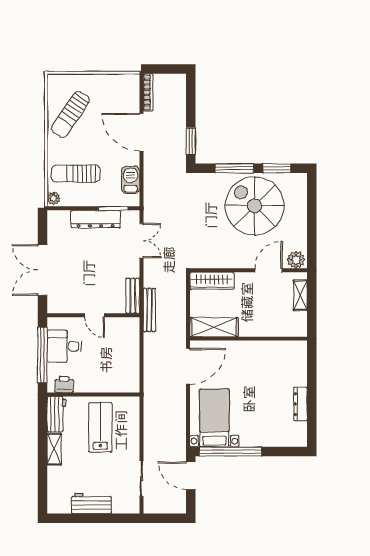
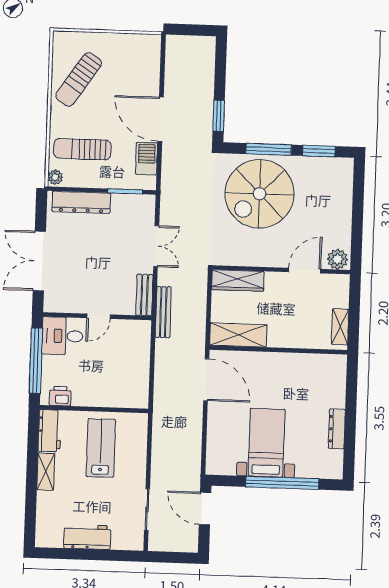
bookcase: (148, 92) -> (171, 57), removed
door: (141, 132) -> (161, 119), moved
spiral stairs: (254, 206) -> (259, 194), moved, turned -90
dresser: (96, 219) -> (81, 202), moved
double door: (141, 241) -> (156, 246), moved
shelving: (300, 295) -> (340, 327), moved
door: (94, 315) -> (99, 316), hinge flipped
desk: (64, 346) -> (62, 336), moved
door: (188, 366) -> (206, 380), hinge flipped
bed with nightstands: (214, 418) -> (267, 443), moved
window: (230, 452) -> (282, 483), moved

